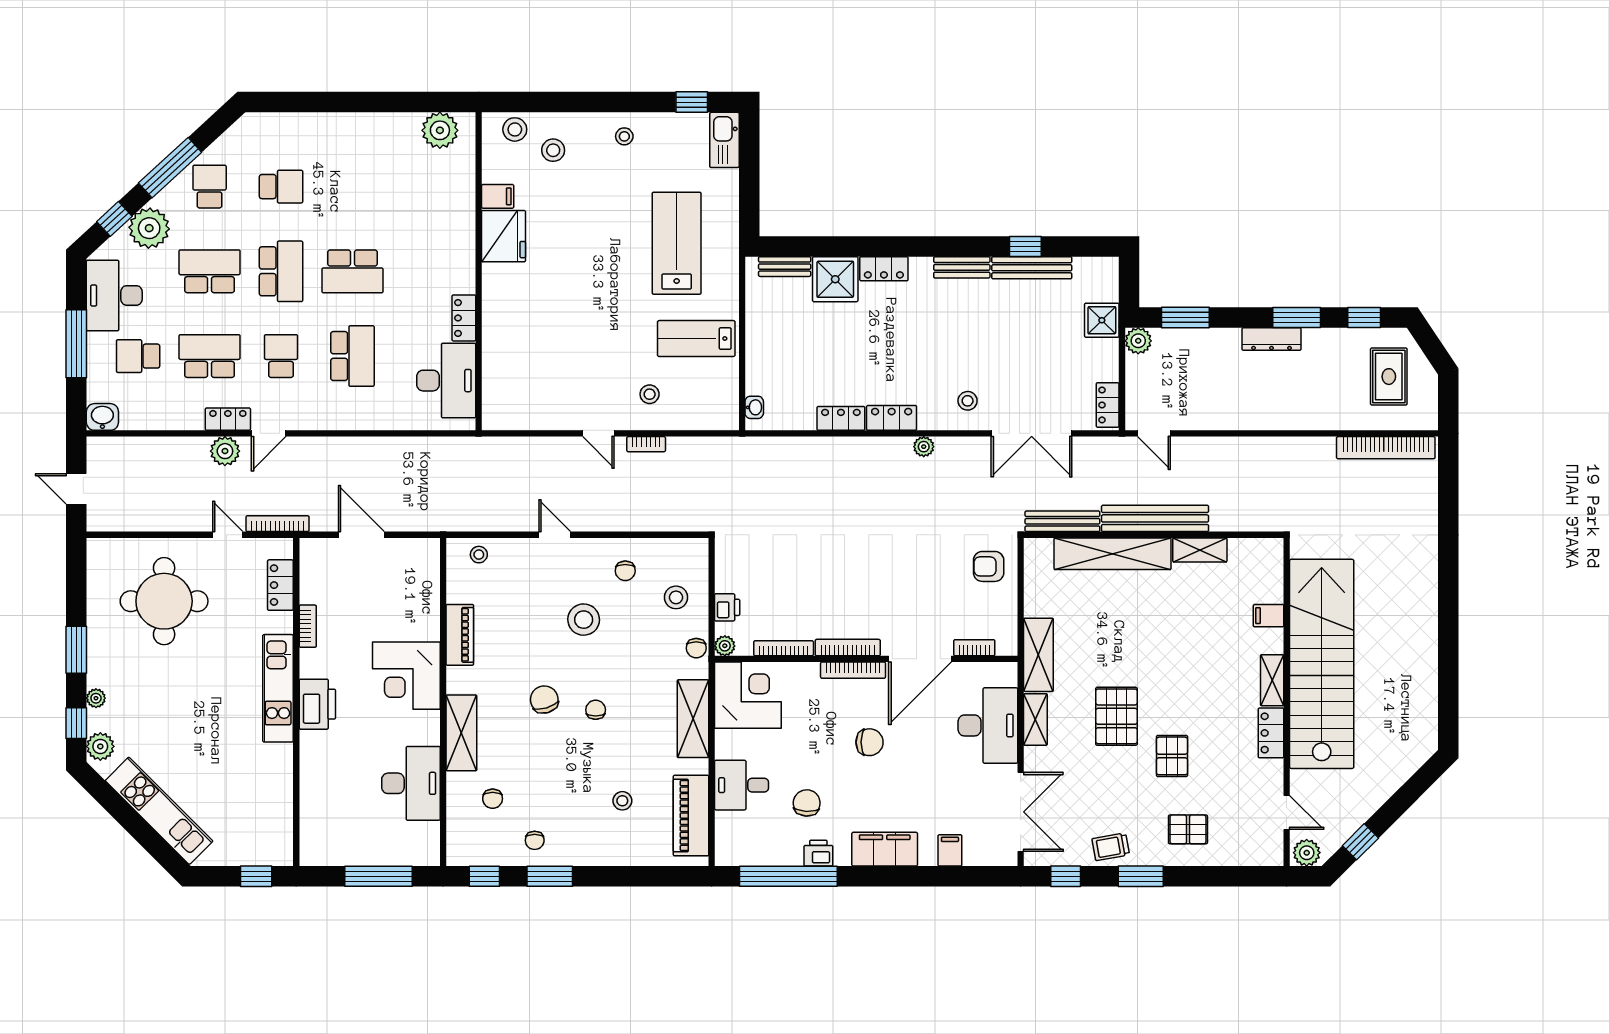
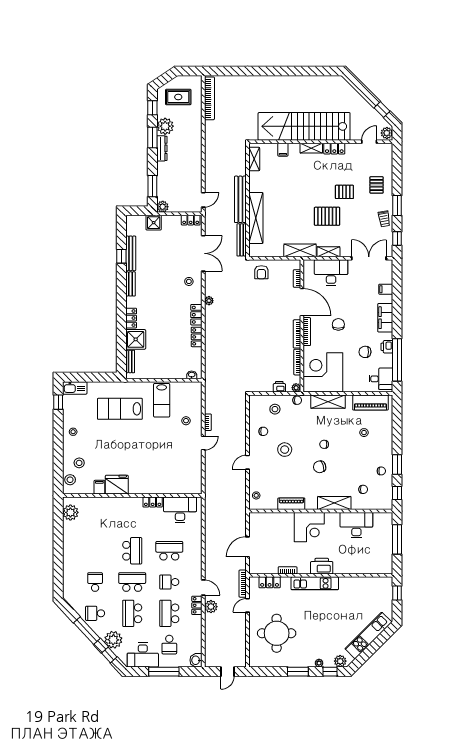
plant: (1322, 347) -> (165, 126), added
shelving: (1200, 550) -> (254, 159), moved
corner desk: (748, 695) -> (323, 372), width x1.36, depth x1.36
desk: (742, 785) -> (381, 379), moved, turned -90

